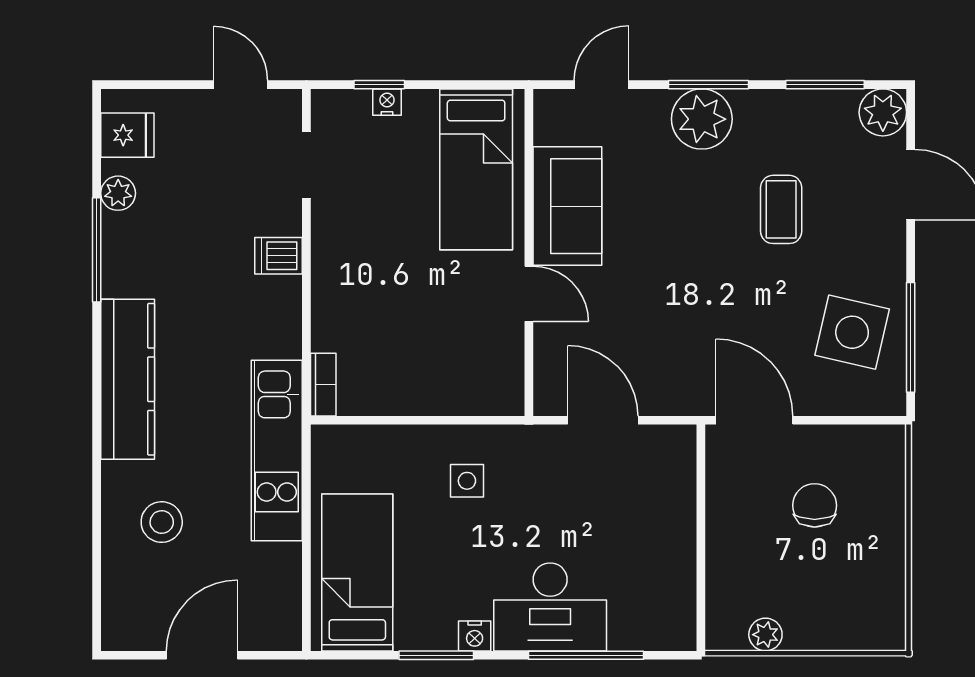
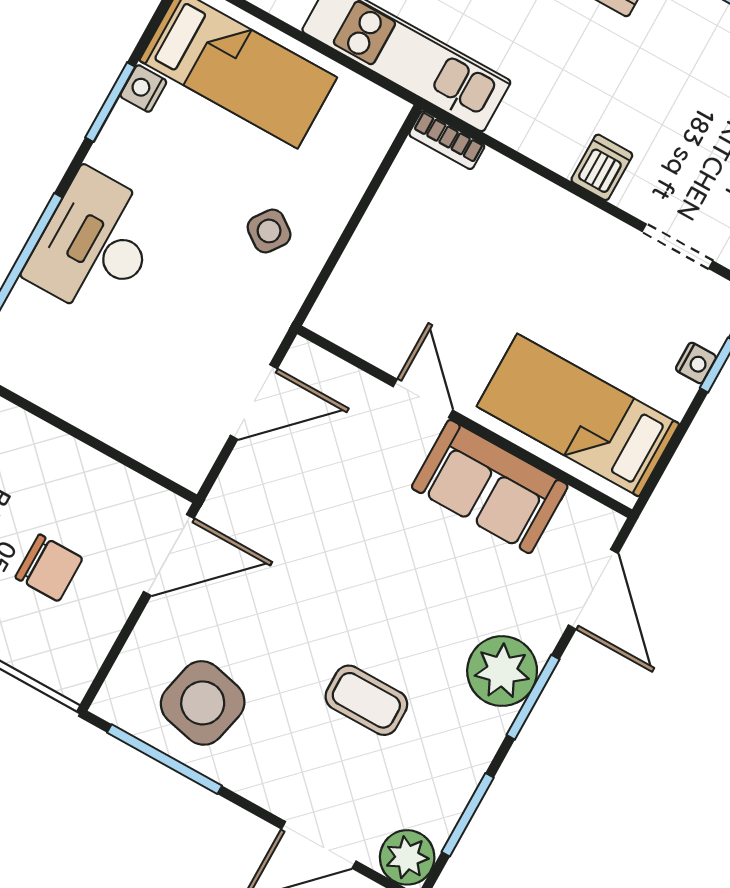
door: (601, 85) -> (593, 589), width x1.38
door: (529, 294) -> (423, 398), swing flipped
side table: (467, 481) -> (269, 231), turned 36
nightstand: (475, 636) -> (143, 89), moved

